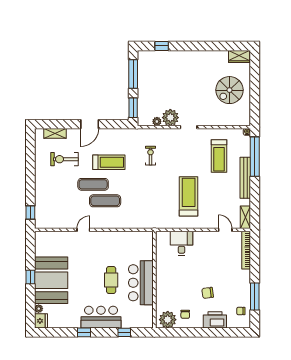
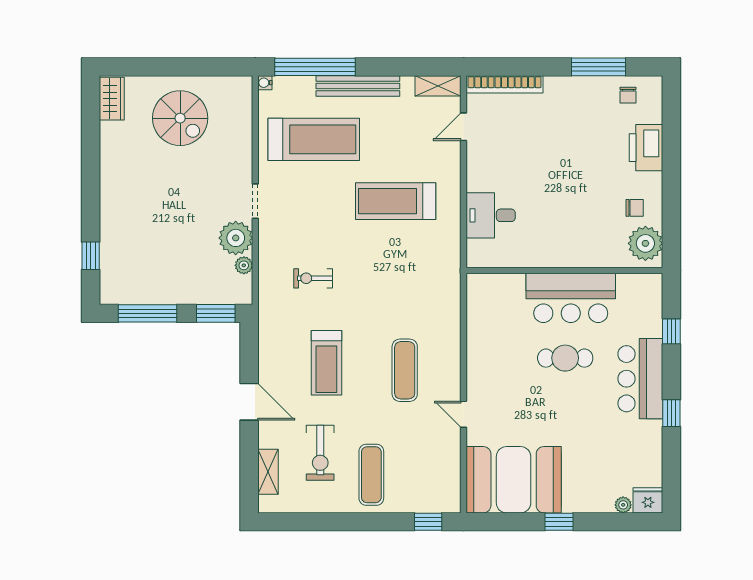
treadmill: (219, 156) -> (314, 139), width x1.37, depth x1.38
treadmill: (109, 162) -> (326, 363), turned 180
exercise mat: (93, 184) -> (371, 475), moved
booth: (51, 280) -> (514, 480), moved
chair: (208, 293) -> (591, 162), removed

